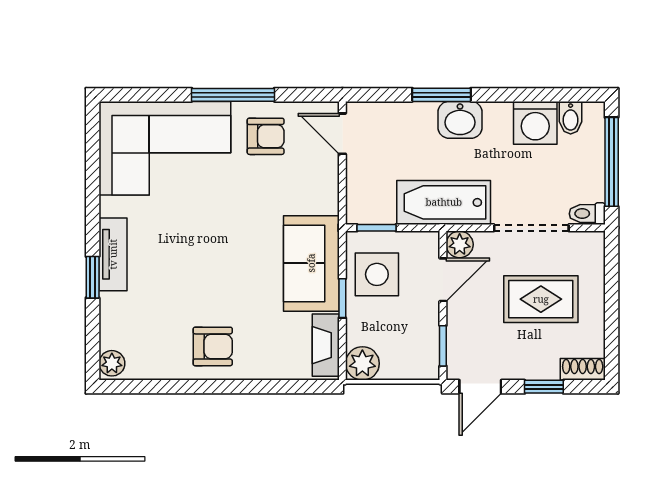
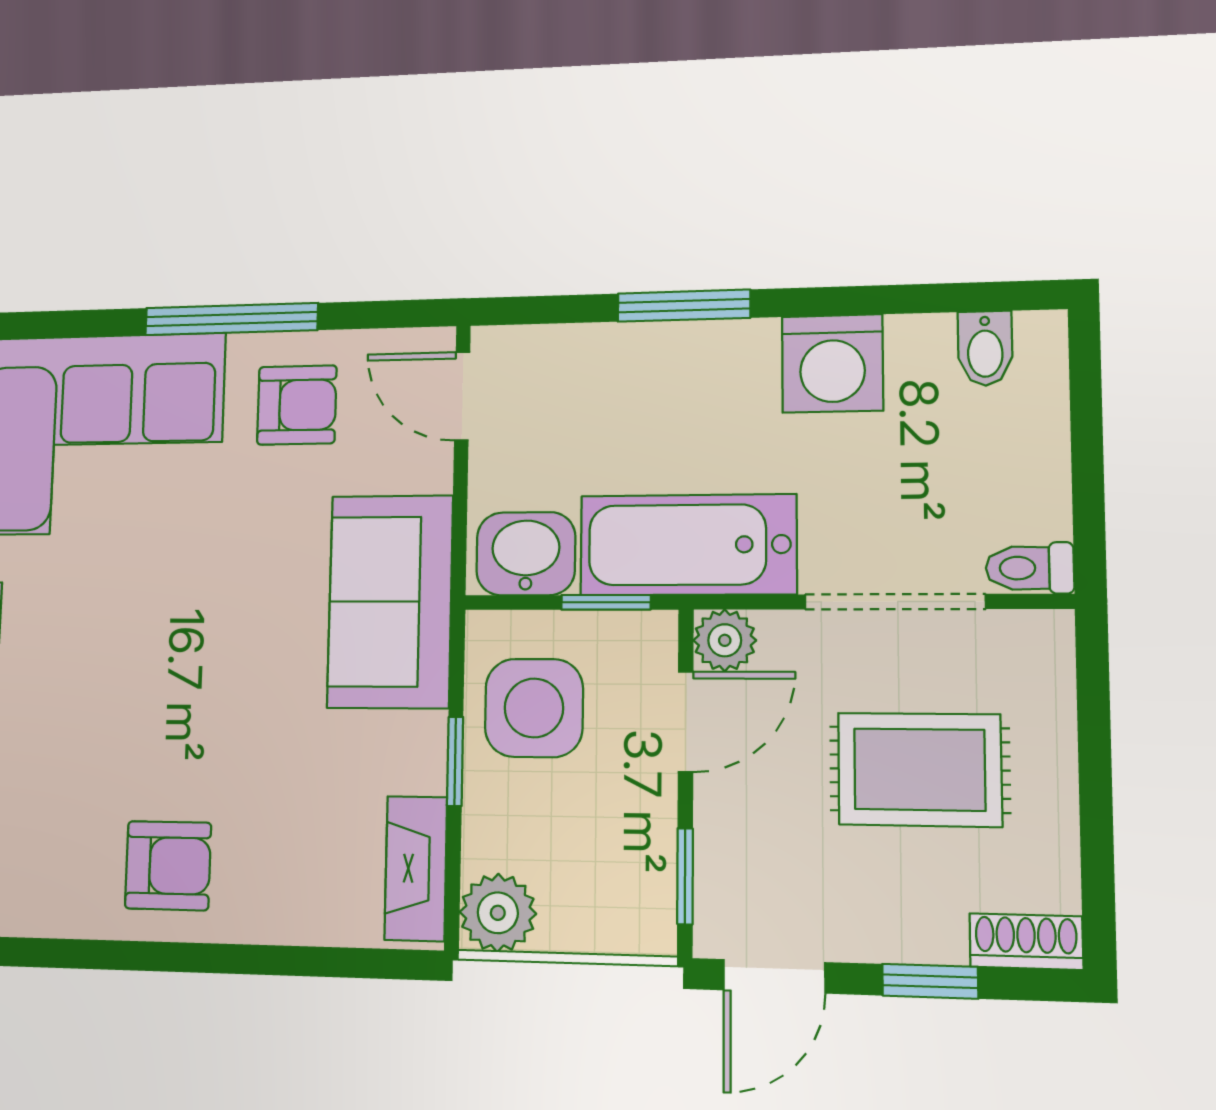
washbasin: (460, 120) -> (526, 554), moved, turned 180
washing machine: (535, 123) -> (832, 363), moved
window: (612, 162) -> (1087, 447), removed
window: (376, 228) -> (606, 602), moved
sofa: (311, 263) -> (390, 601), moved

